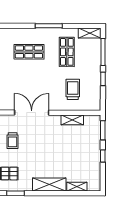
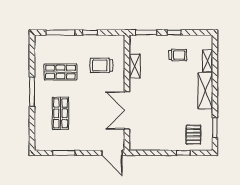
shelving: (90, 33) -> (40, 47), removed
trolley: (13, 141) -> (178, 55), moved

